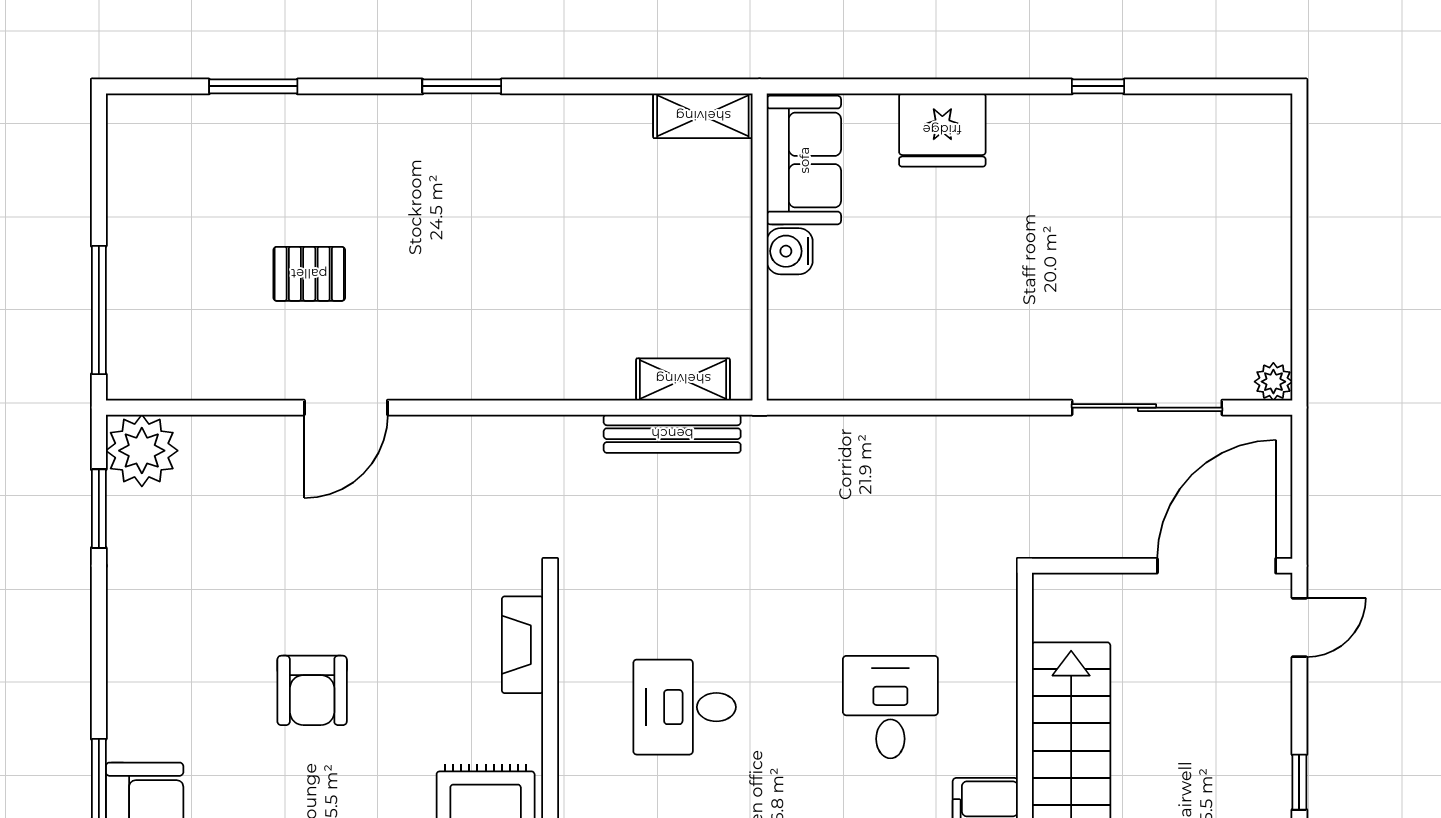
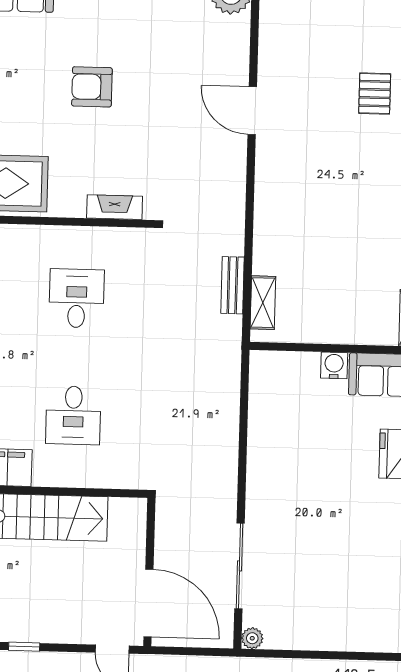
pallet: (309, 274) -> (375, 94), moved
bench: (672, 434) -> (232, 285), width x0.73
desk: (890, 707) -> (73, 415), turned 90

